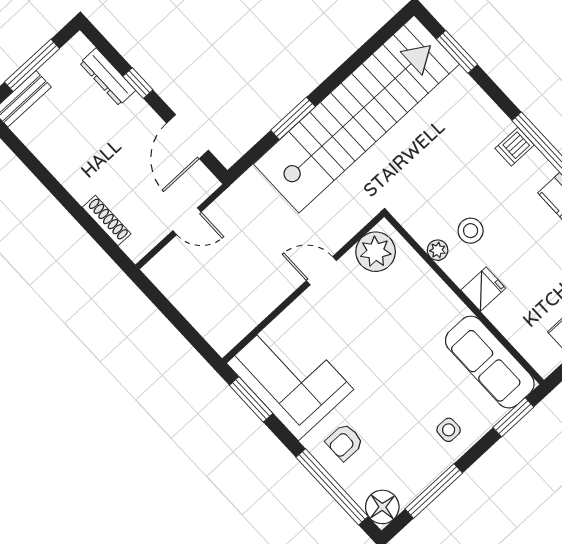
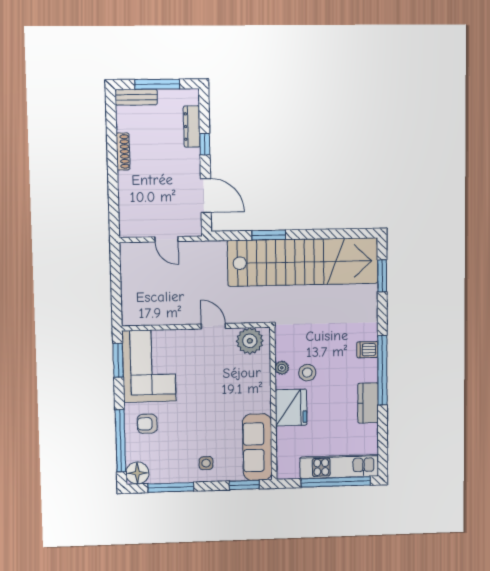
door: (187, 137) -> (206, 195), swing flipped
shoe rack: (107, 221) -> (123, 151), moved
fridge: (483, 289) -> (291, 408), width x1.88, depth x1.34

